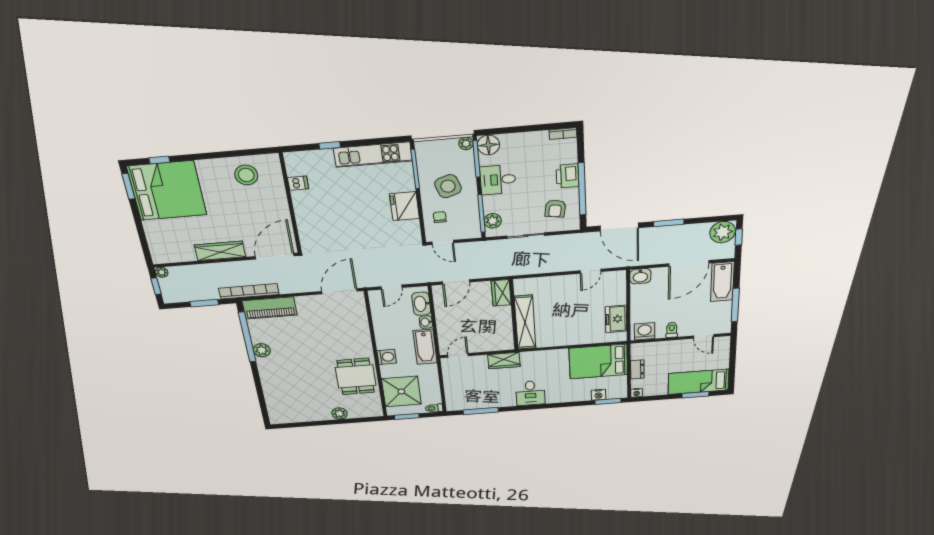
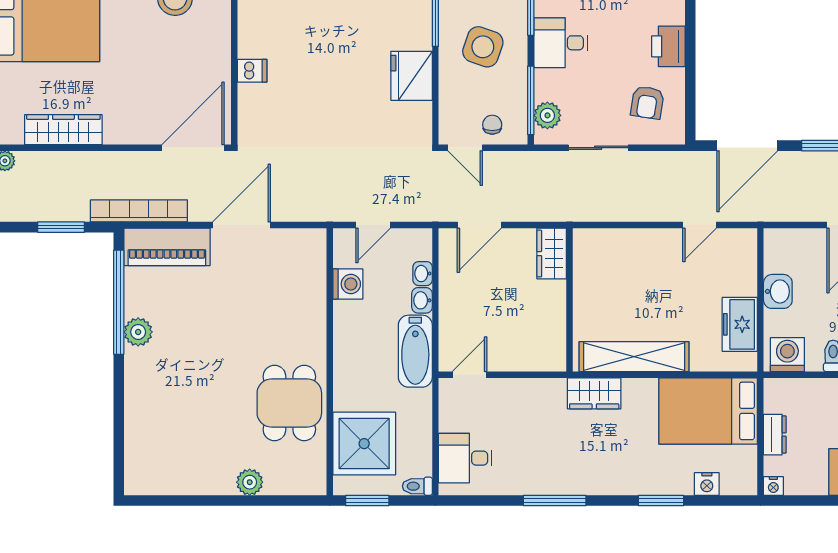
dishwasher: (298, 183) -> (252, 71), moved
side table: (448, 186) -> (483, 47), turned 38
window: (582, 189) -> (690, 72), removed
chair: (440, 217) -> (492, 125), moved
door: (619, 227) -> (747, 146), hinge flipped
wardrobe: (220, 251) -> (63, 130), moved
washbasin: (640, 276) -> (778, 291), moved, turned -90
door: (339, 291) -> (241, 225), moved
washbasin: (421, 304) -> (423, 274), width x0.52, depth x0.69
shelving: (525, 322) -> (634, 357), moved, turned 90
washing machine: (387, 357) -> (348, 284), moved
wardrobe: (504, 361) -> (594, 393), moved
desk: (530, 393) -> (465, 458), moved, turned 90
window: (608, 401) -> (661, 501), moved
window: (481, 411) -> (555, 501), moved

